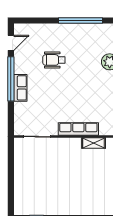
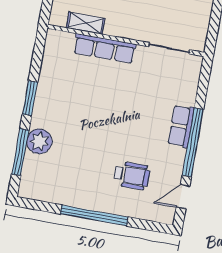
window: (81, 20) -> (94, 215), moved
wheelchair: (54, 60) -> (132, 176), moved

